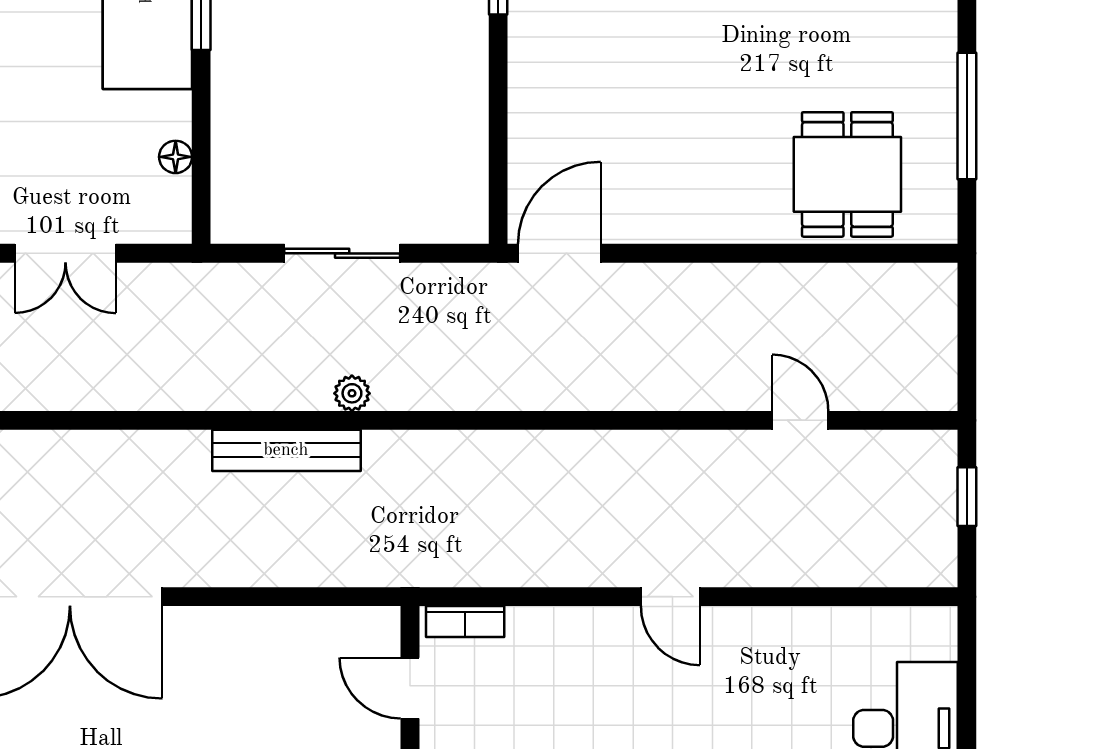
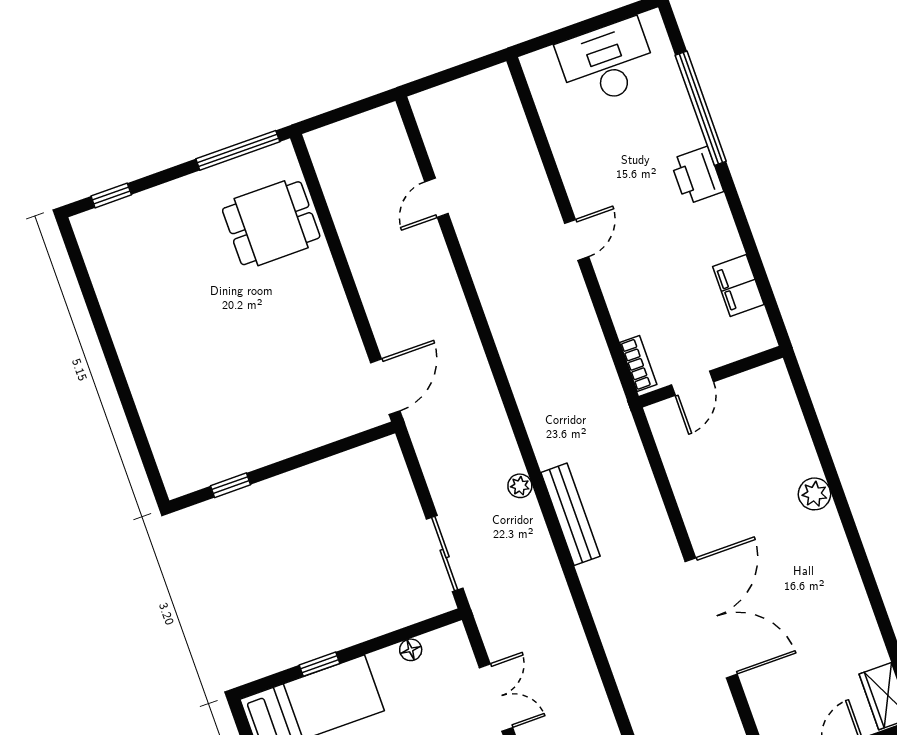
window: (967, 116) -> (238, 150), moved
sliding door: (342, 253) -> (445, 553), moved
door: (559, 253) -> (385, 387), swing flipped
window: (967, 497) -> (447, 76), removed

